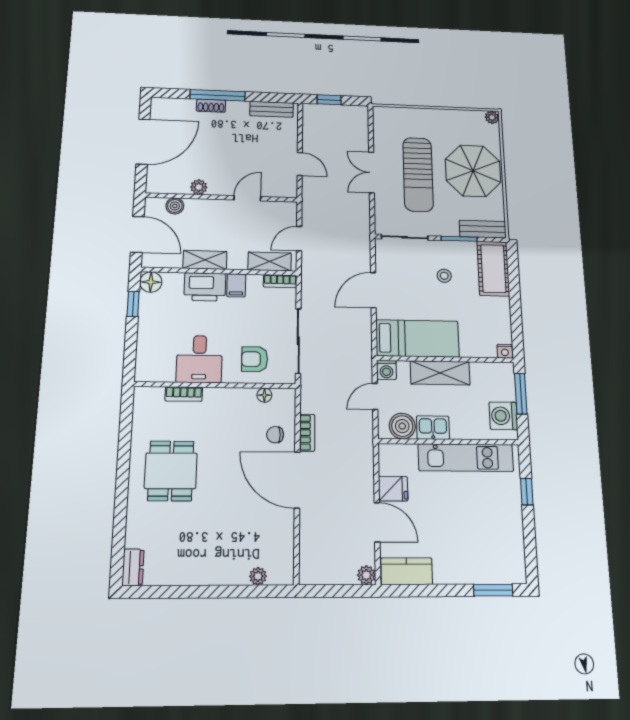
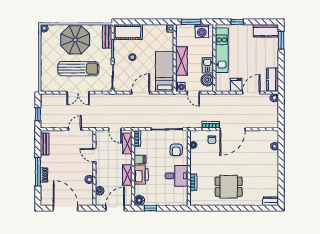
door: (373, 290) -> (141, 93), swing flipped
kitchen counter: (512, 555) -> (266, 31), added

